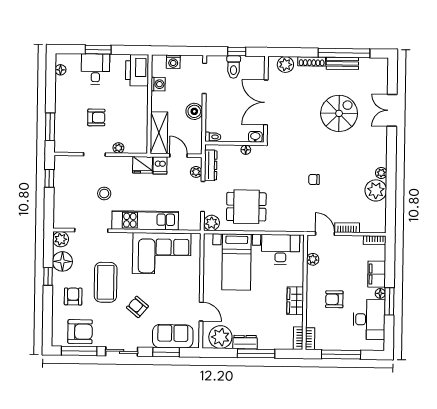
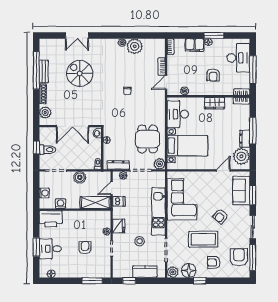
fridge: (142, 165) -> (119, 226), moved
kitchen counter: (62, 200) -> (145, 272), added
desk: (369, 319) -> (238, 58), moved, turned 90

